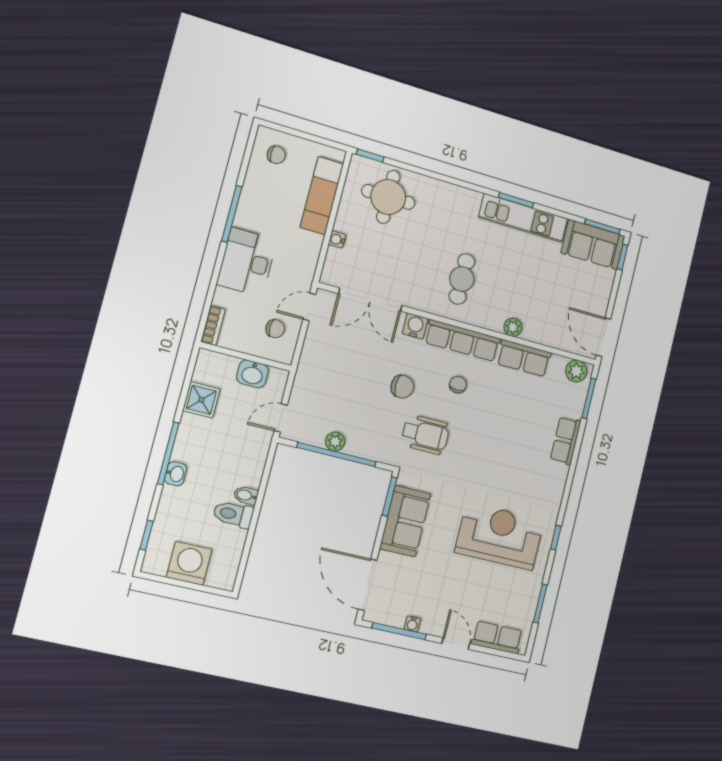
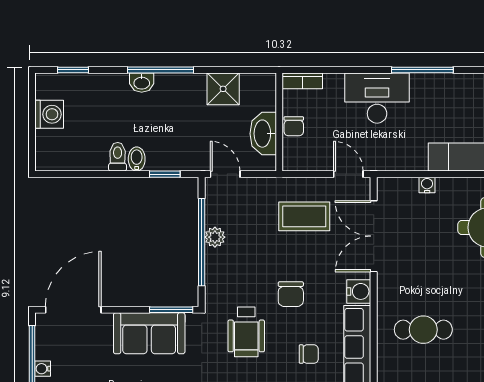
chair: (275, 329) -> (294, 126), moved
coffee table: (337, 356) -> (304, 216), added
washbasin: (253, 374) -> (263, 134), width x1.38
window: (266, 473) -> (165, 174), added
toilet: (233, 514) -> (118, 157), width x0.73, depth x0.72
washing machine: (189, 563) -> (49, 114), width x0.73, depth x0.73

